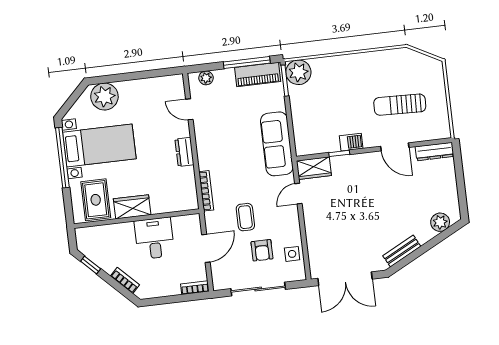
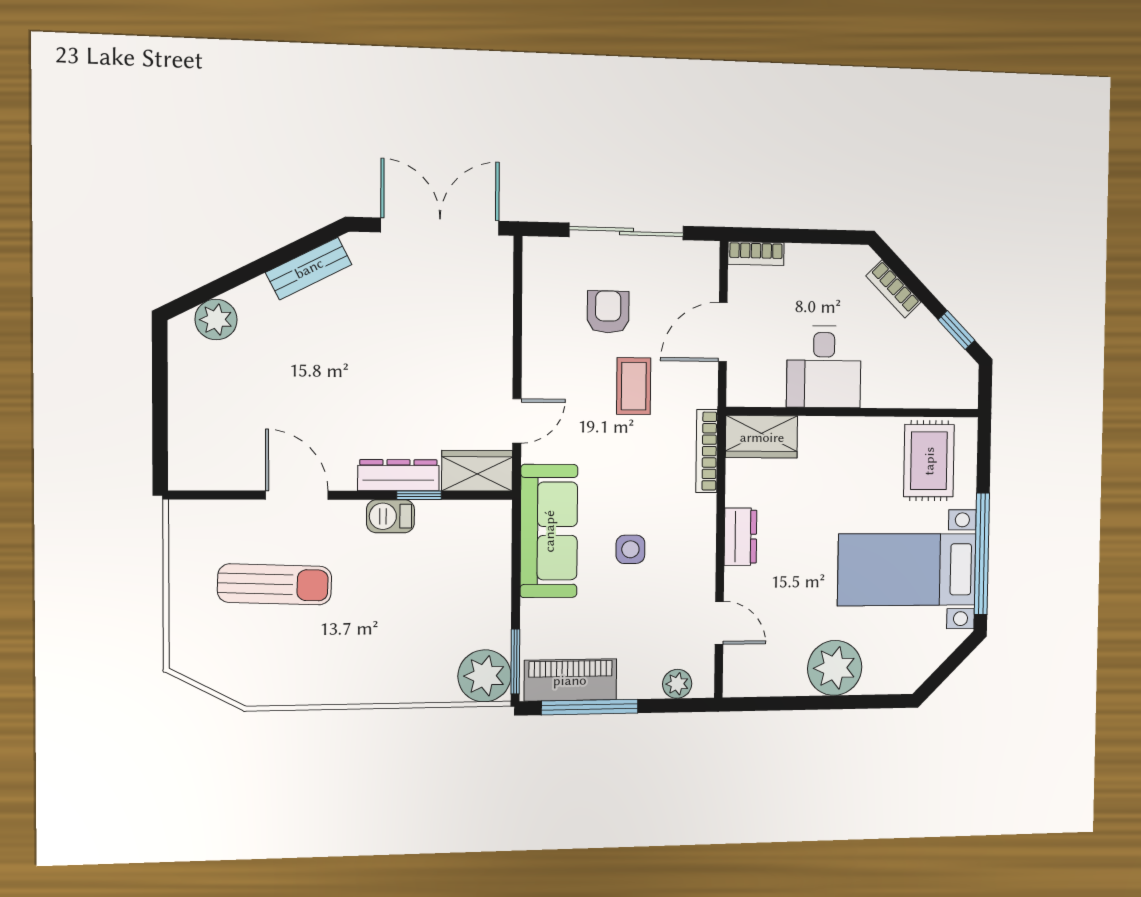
plant: (104, 97) -> (835, 668), moved
dresser: (434, 152) -> (398, 475), moved
wardrobe: (132, 207) -> (762, 437), moved
side table: (292, 254) -> (630, 549), moved

